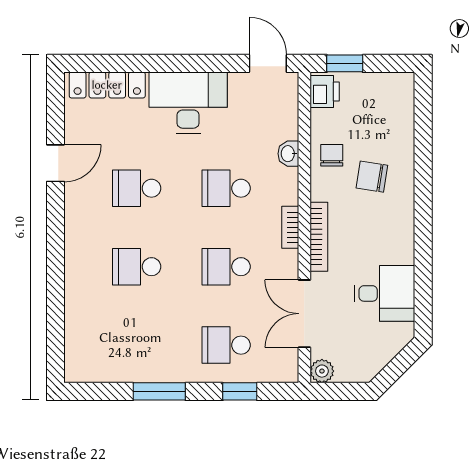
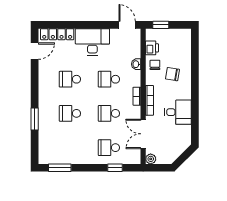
printer: (325, 92) -> (152, 48), moved
door: (55, 163) -> (35, 51), moved
window: (55, 279) -> (35, 119), added
desk: (384, 293) -> (178, 112), moved
window: (159, 391) -> (60, 168), moved

